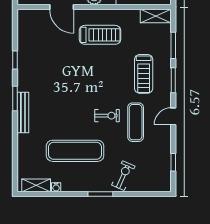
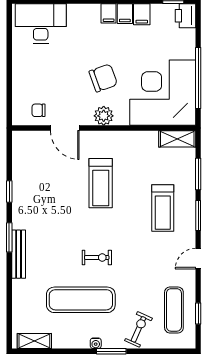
treadmill: (100, 35) -> (101, 183), moved, turned 90
exercise bike: (107, 116) -> (97, 257), moved
exercise mat: (136, 122) -> (174, 310), moved
water cooler: (56, 187) -> (96, 343), moved

